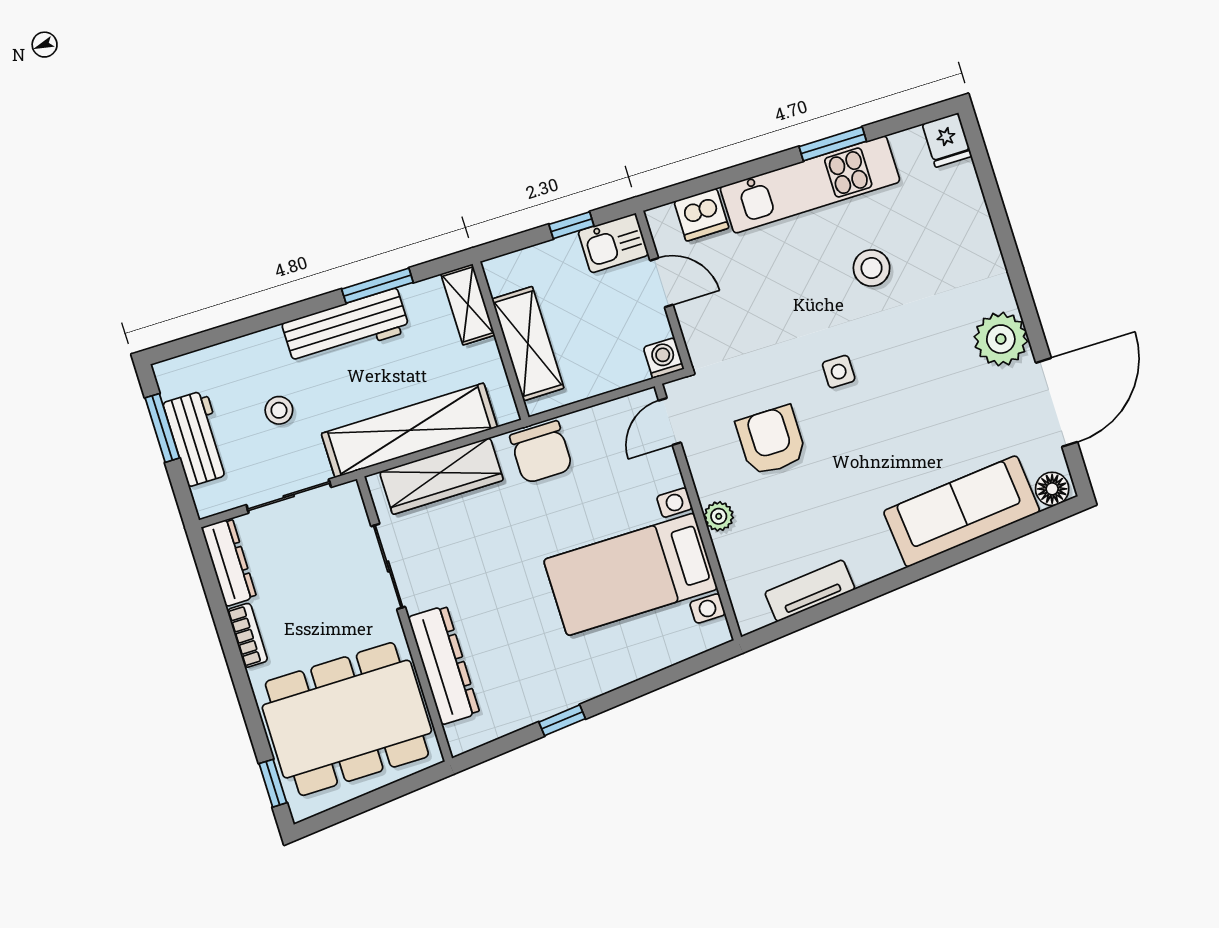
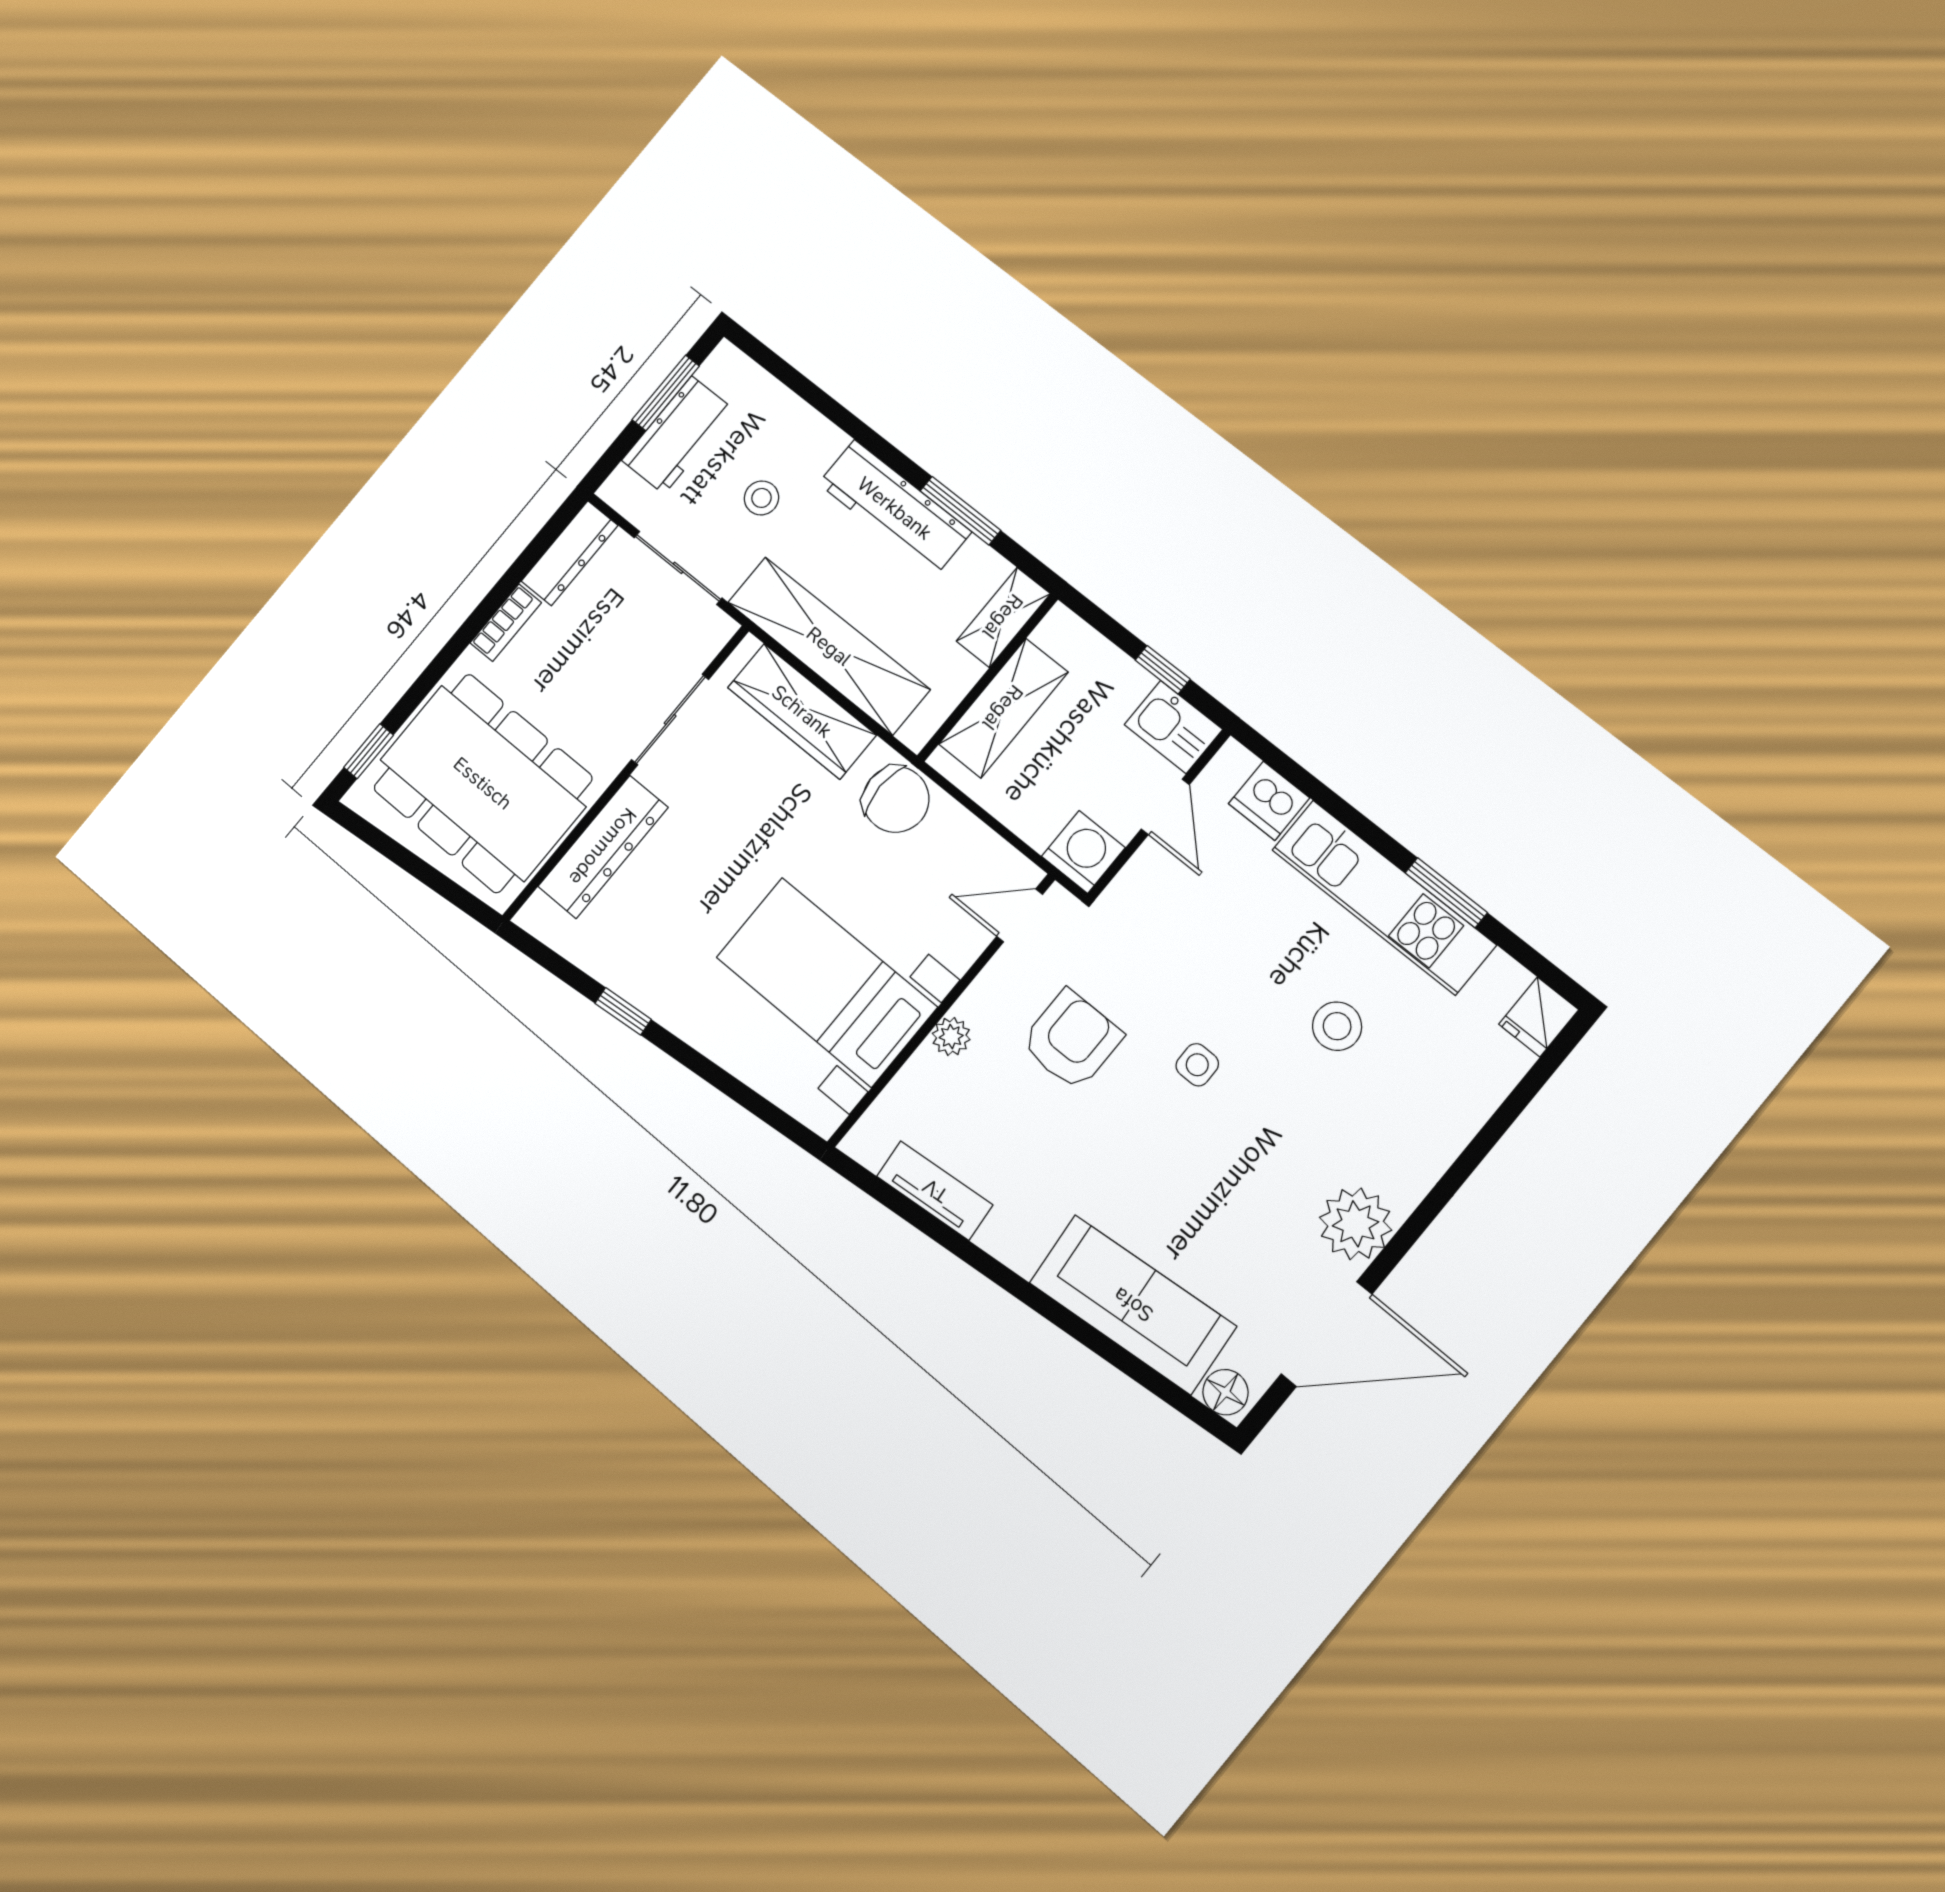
washing machine: (664, 358) -> (1083, 852), width x1.38, depth x1.38
chair: (541, 452) -> (896, 799), turned -90

